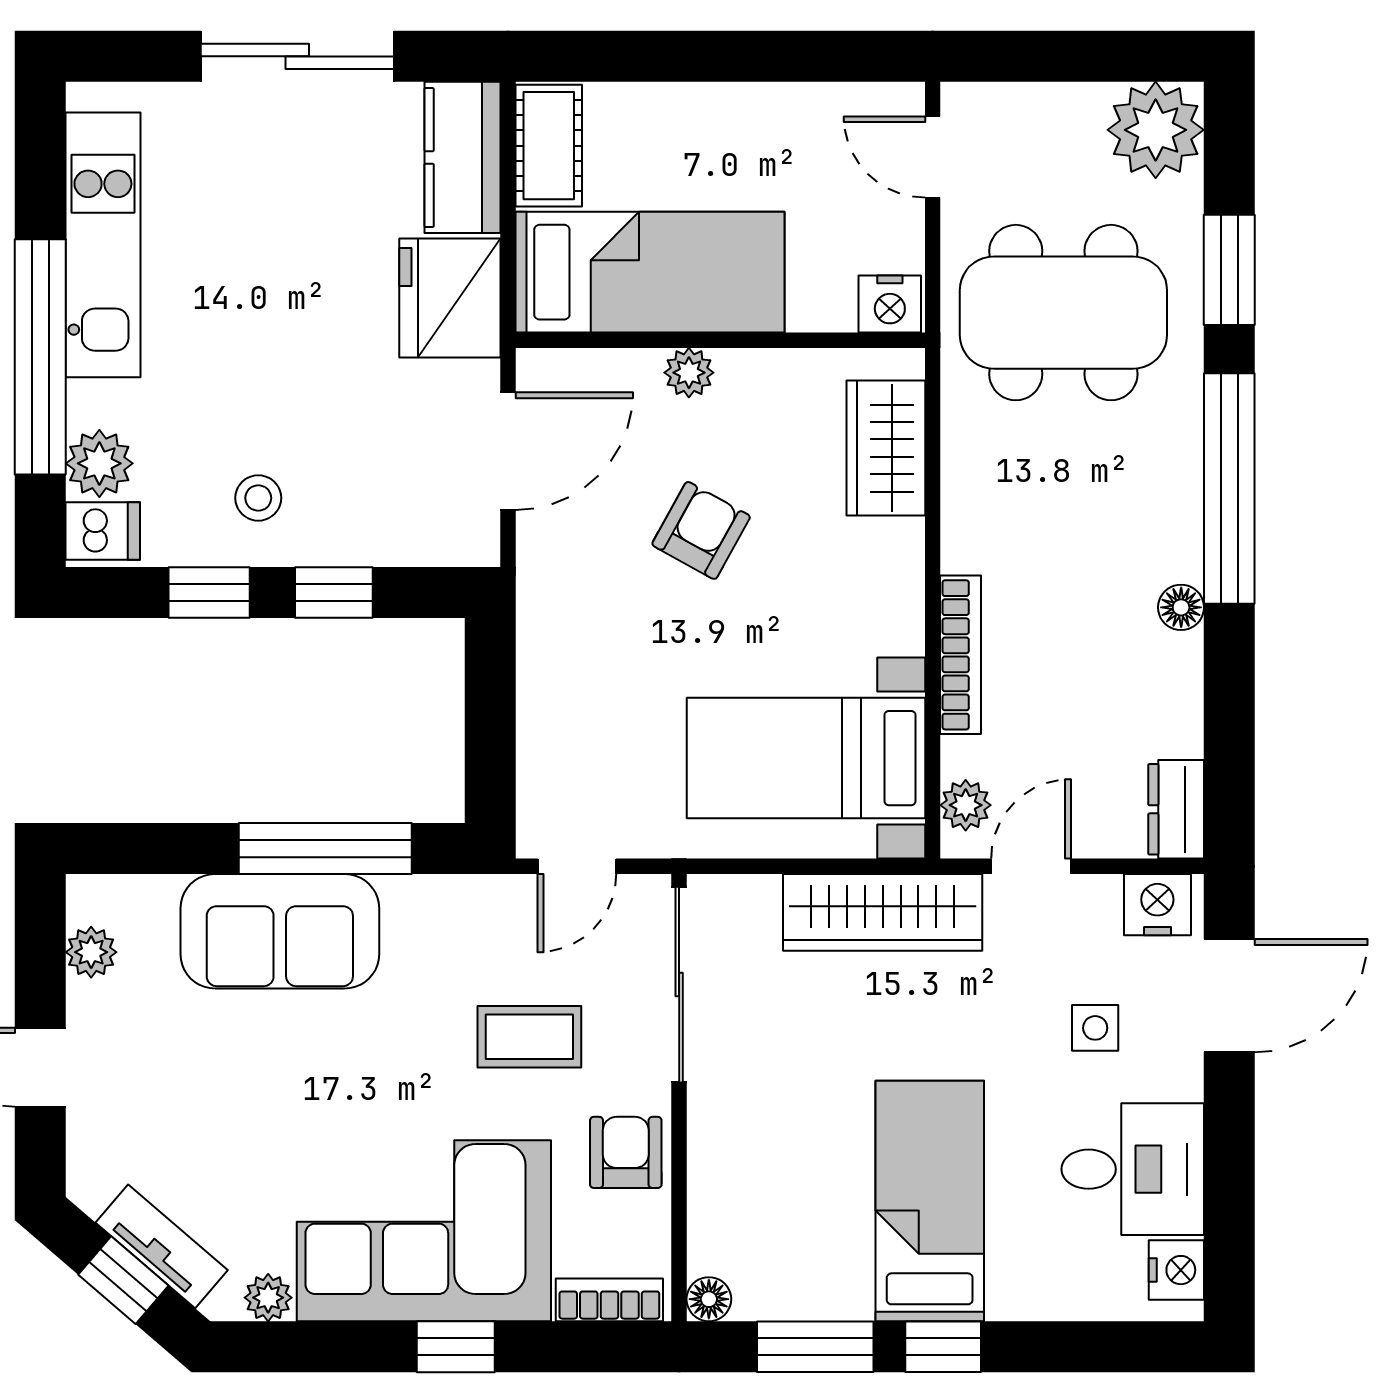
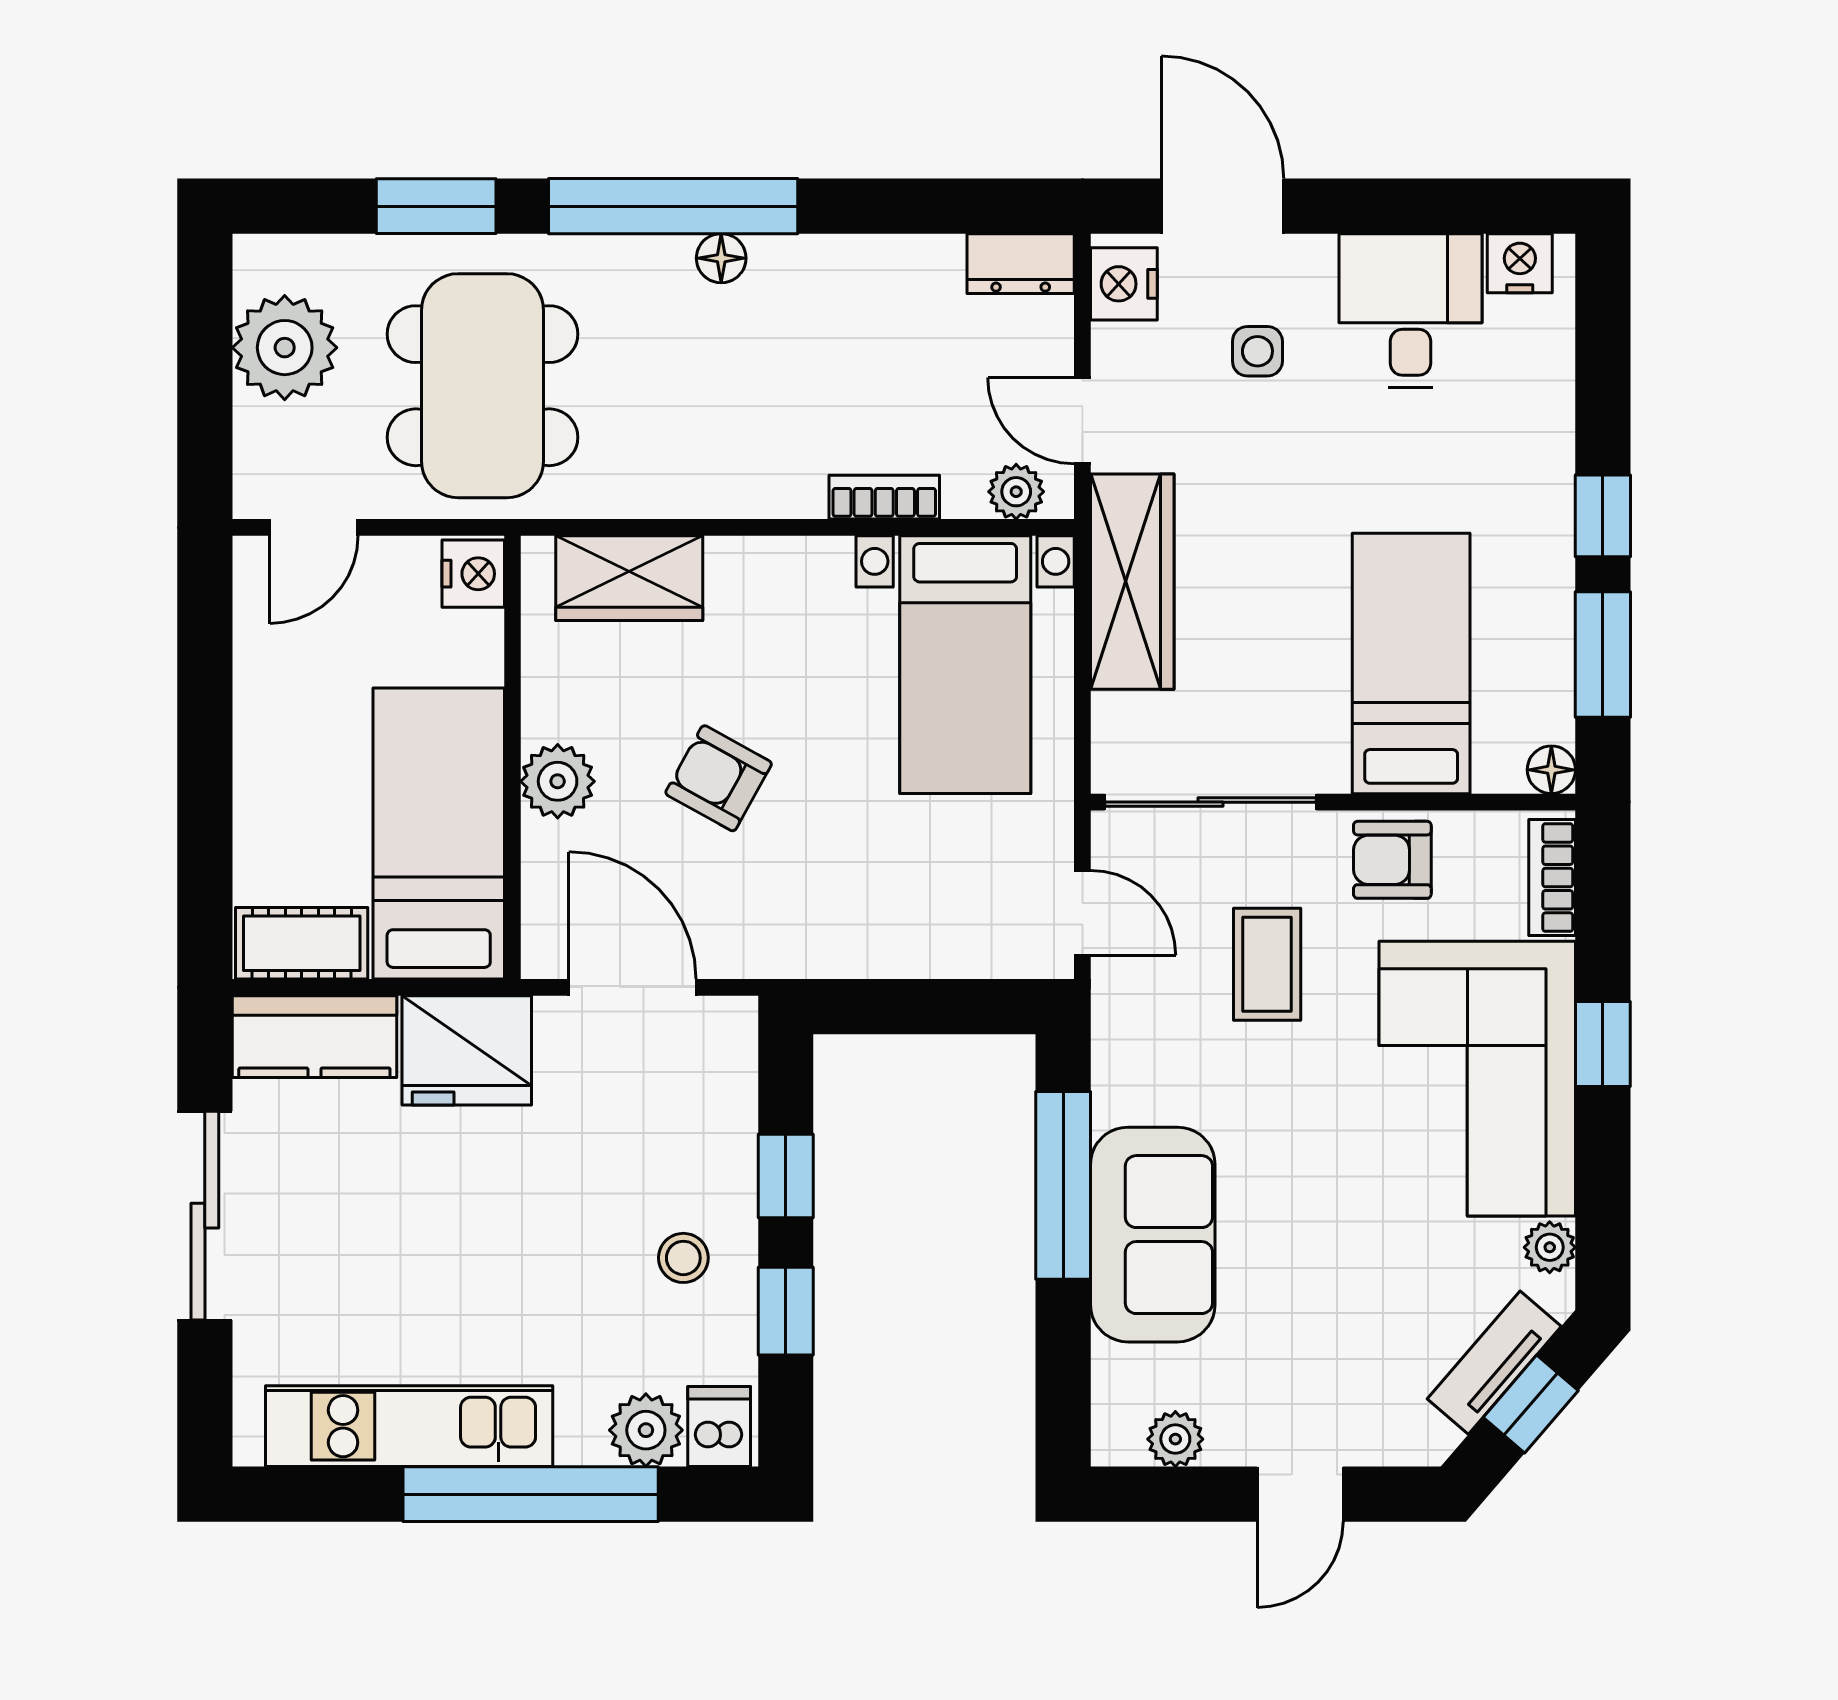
plant: (1156, 130) -> (285, 348), moved
plant: (689, 373) -> (558, 781), width x1.38, depth x1.38
floor lamp: (1181, 607) -> (721, 258), moved
bookcase: (961, 655) -> (884, 497), width x0.64
bed: (930, 1201) -> (1411, 663), moved, turned 90

